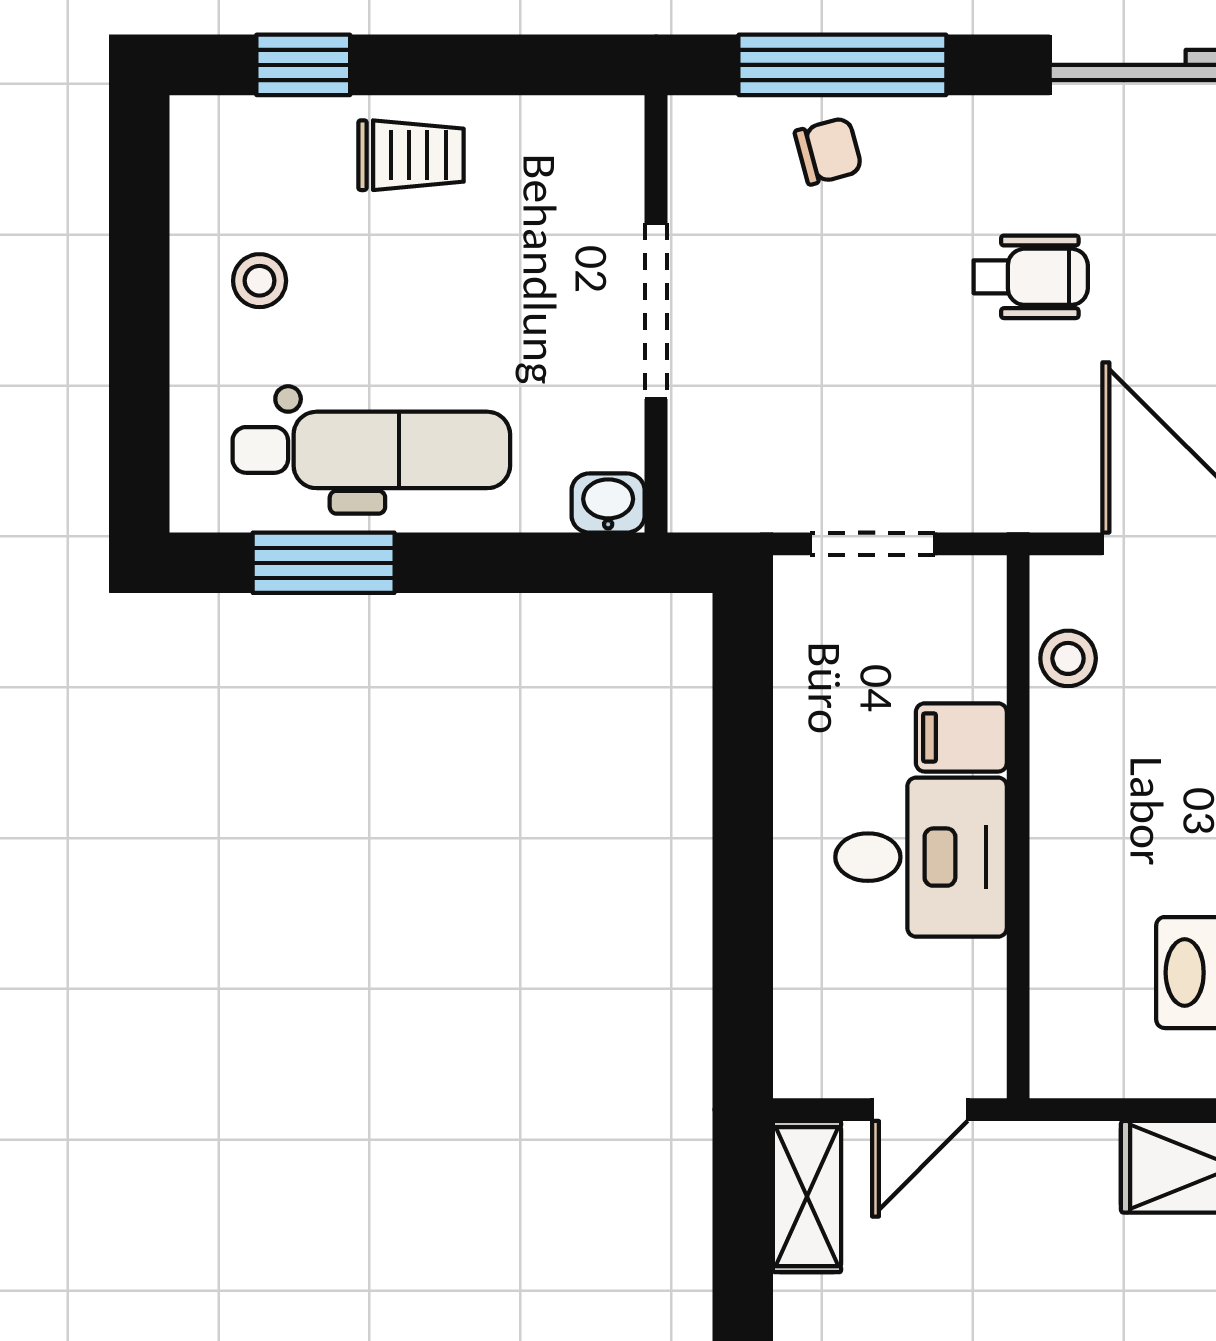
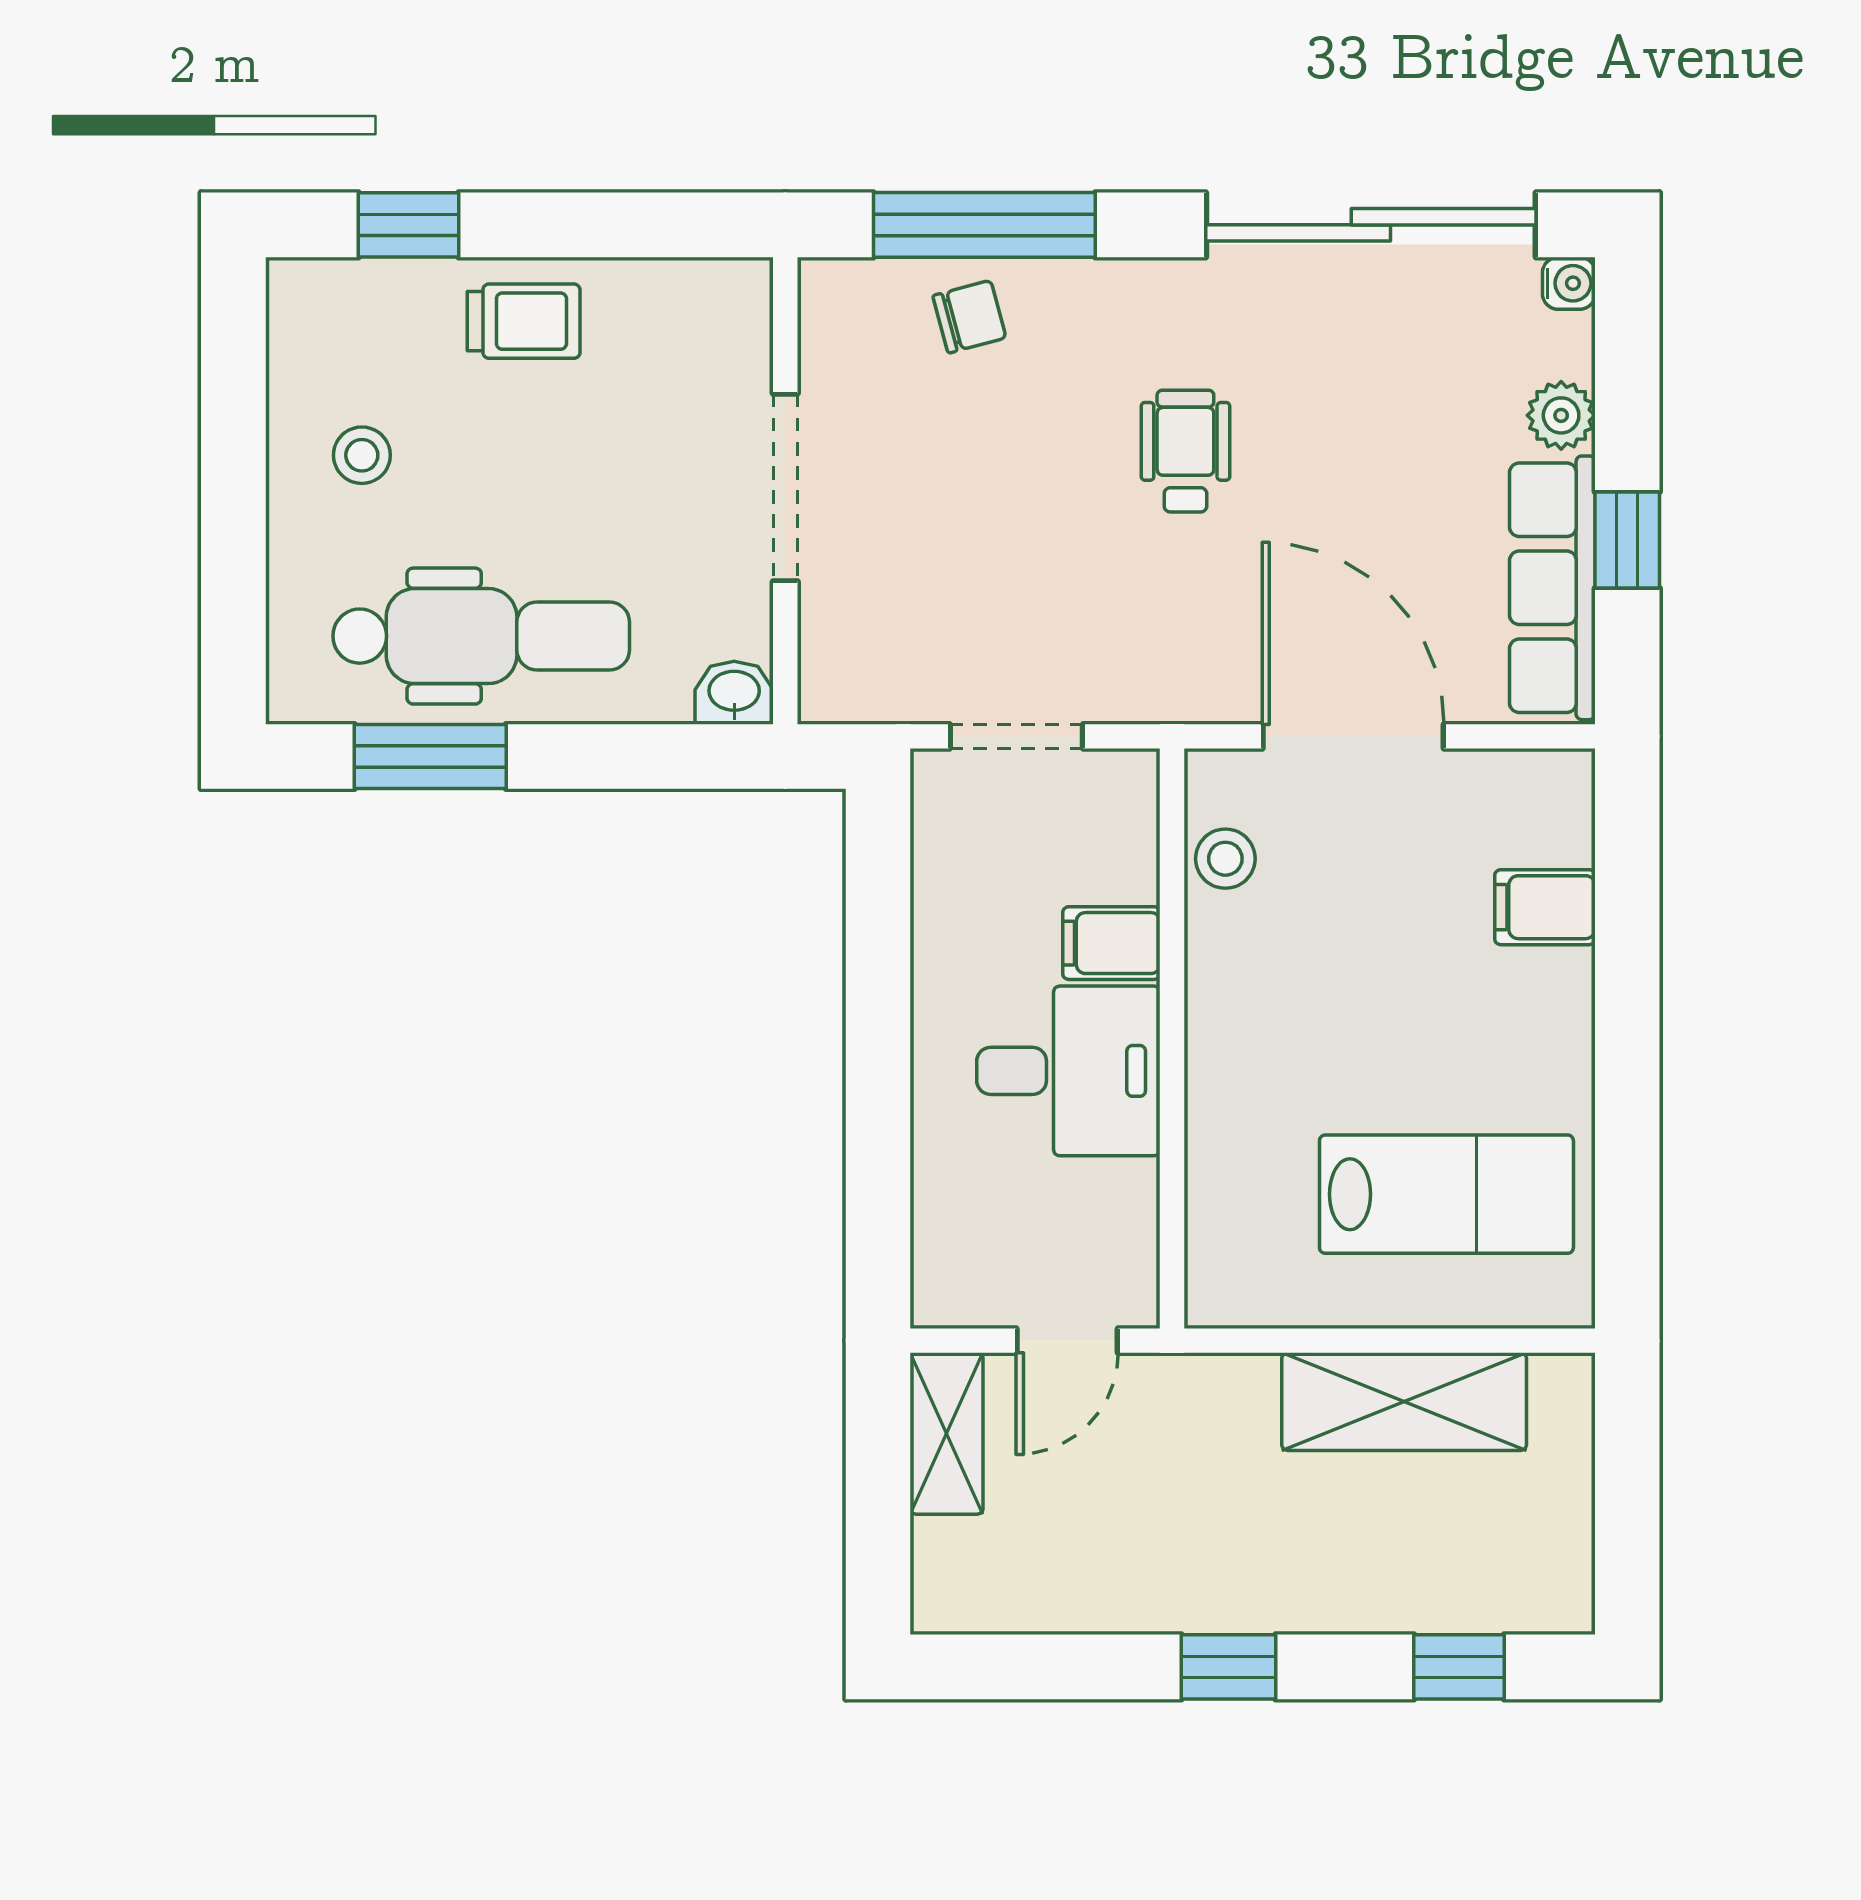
wheelchair: (1031, 277) -> (1185, 451), turned -90

